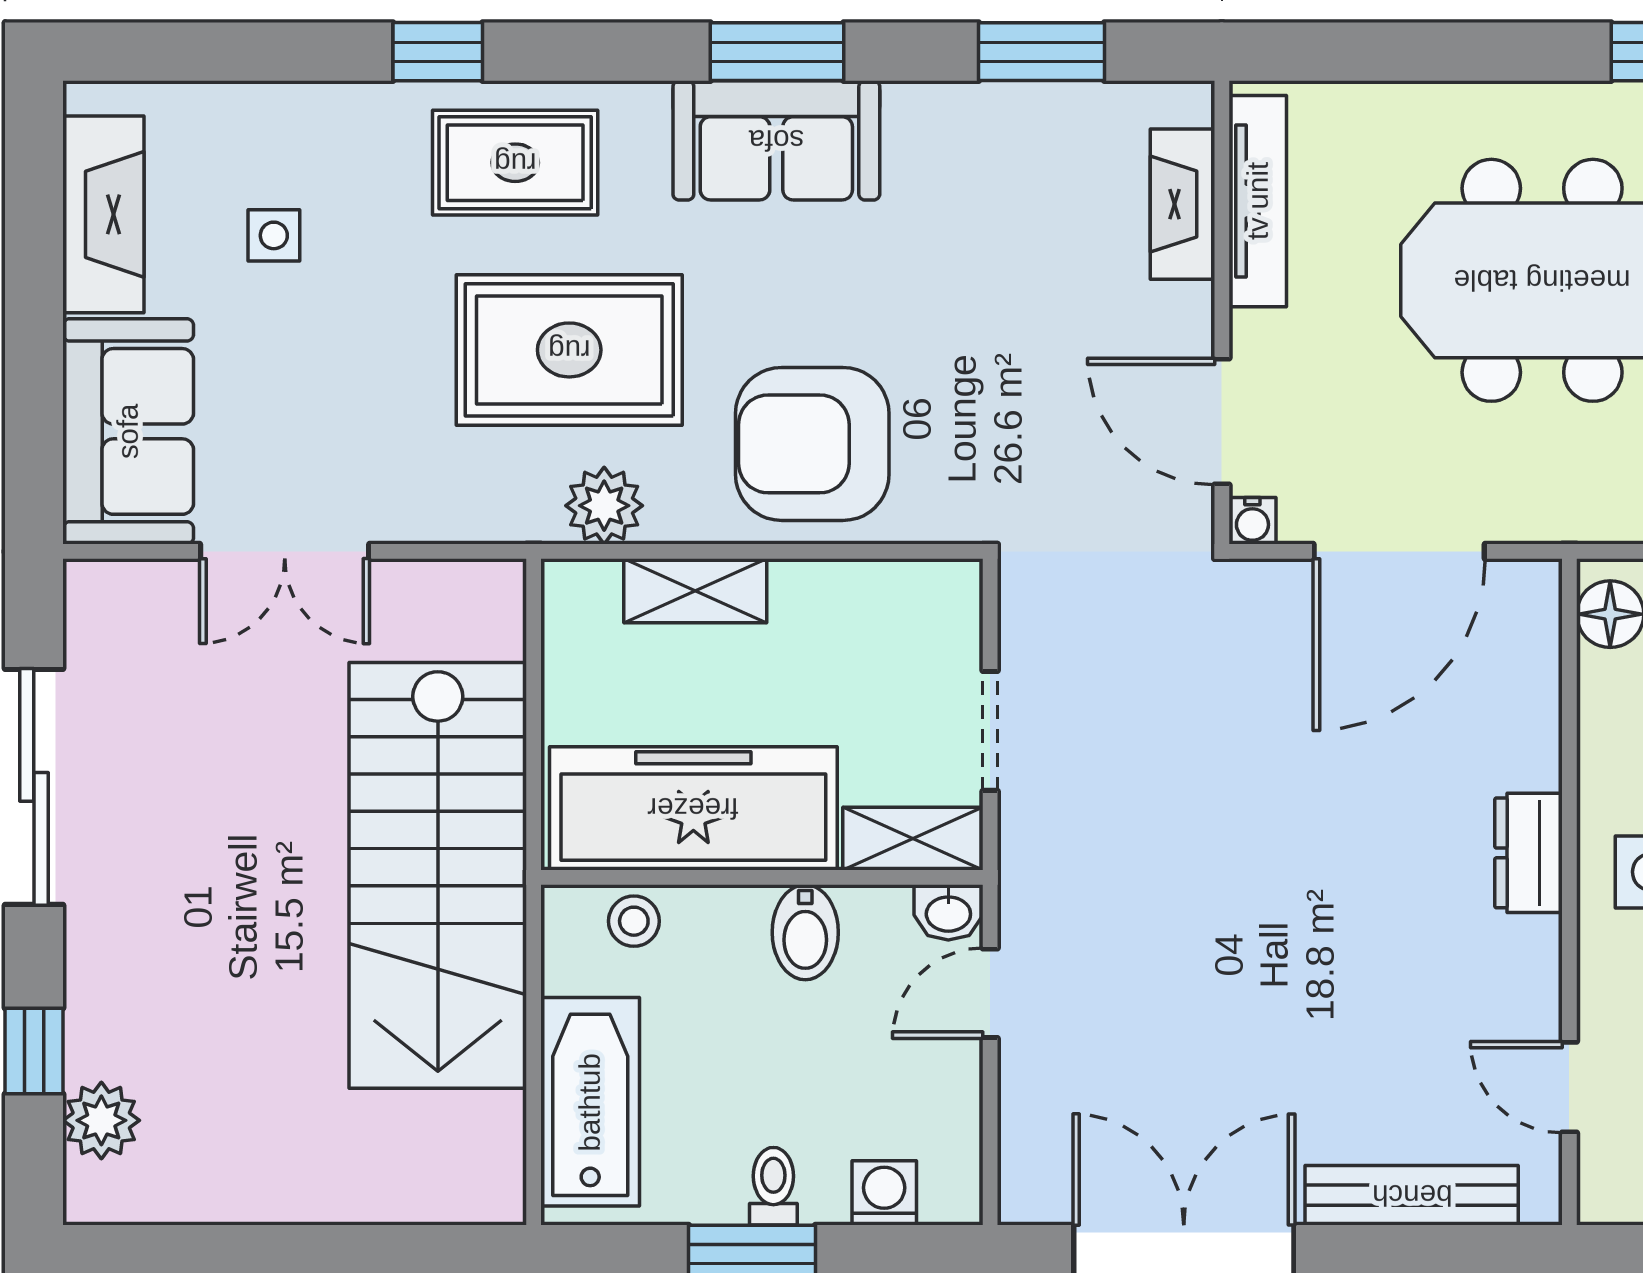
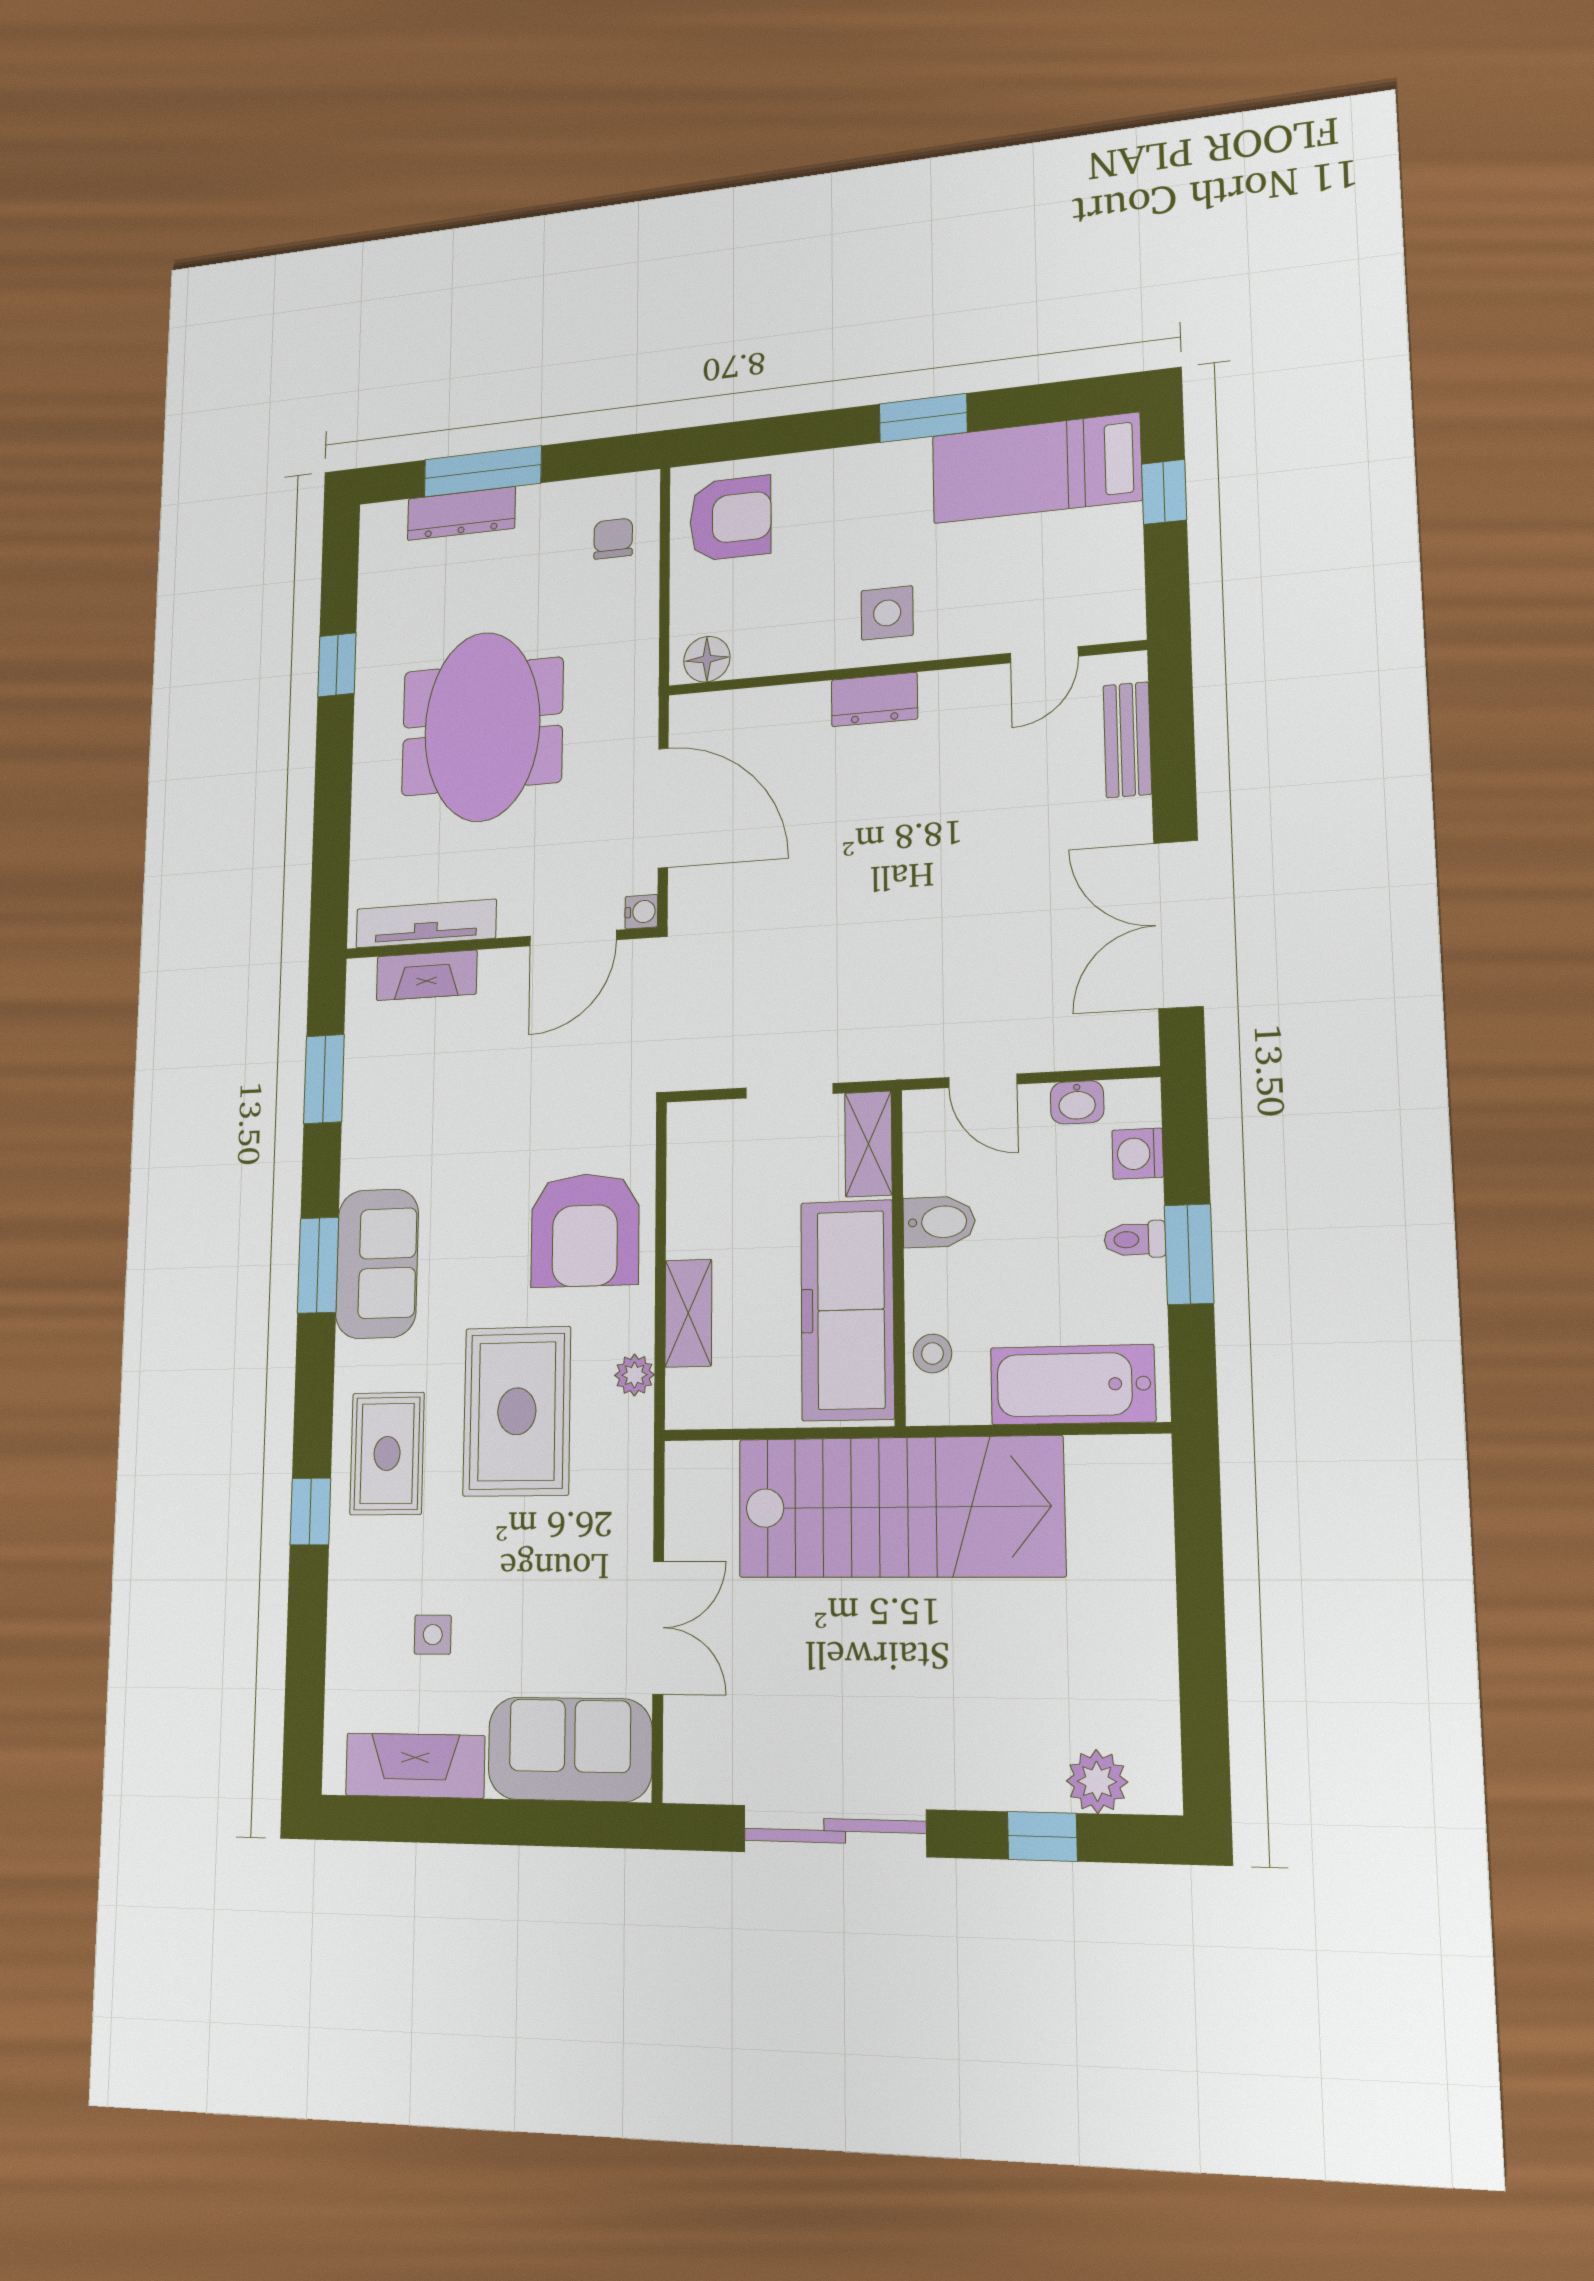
plant: (604, 506) -> (634, 1375), width x0.73, depth x0.73
washbasin: (948, 912) -> (1077, 1102), moved, turned 90
bench: (1412, 1195) -> (1127, 740), width x0.73

